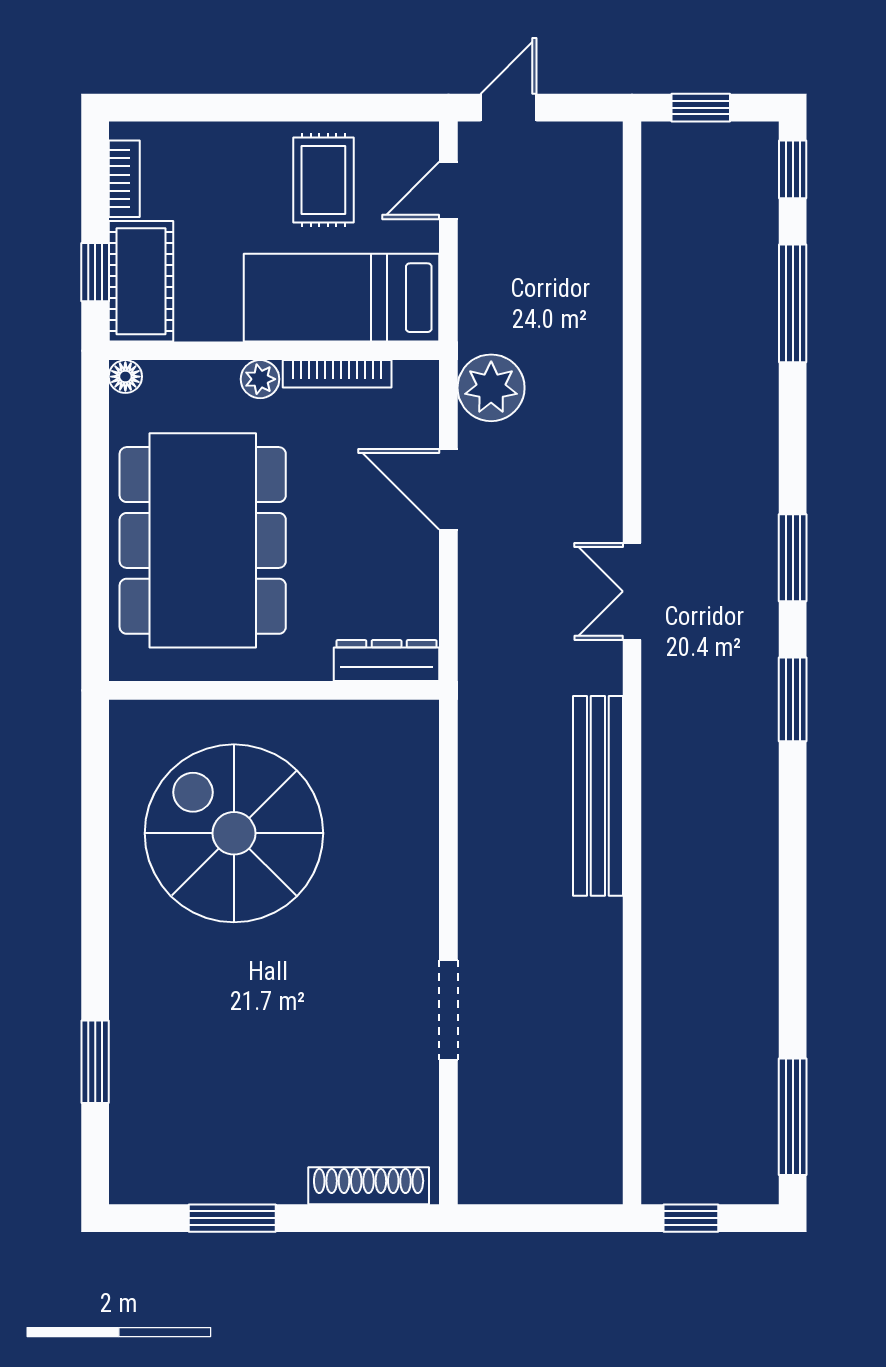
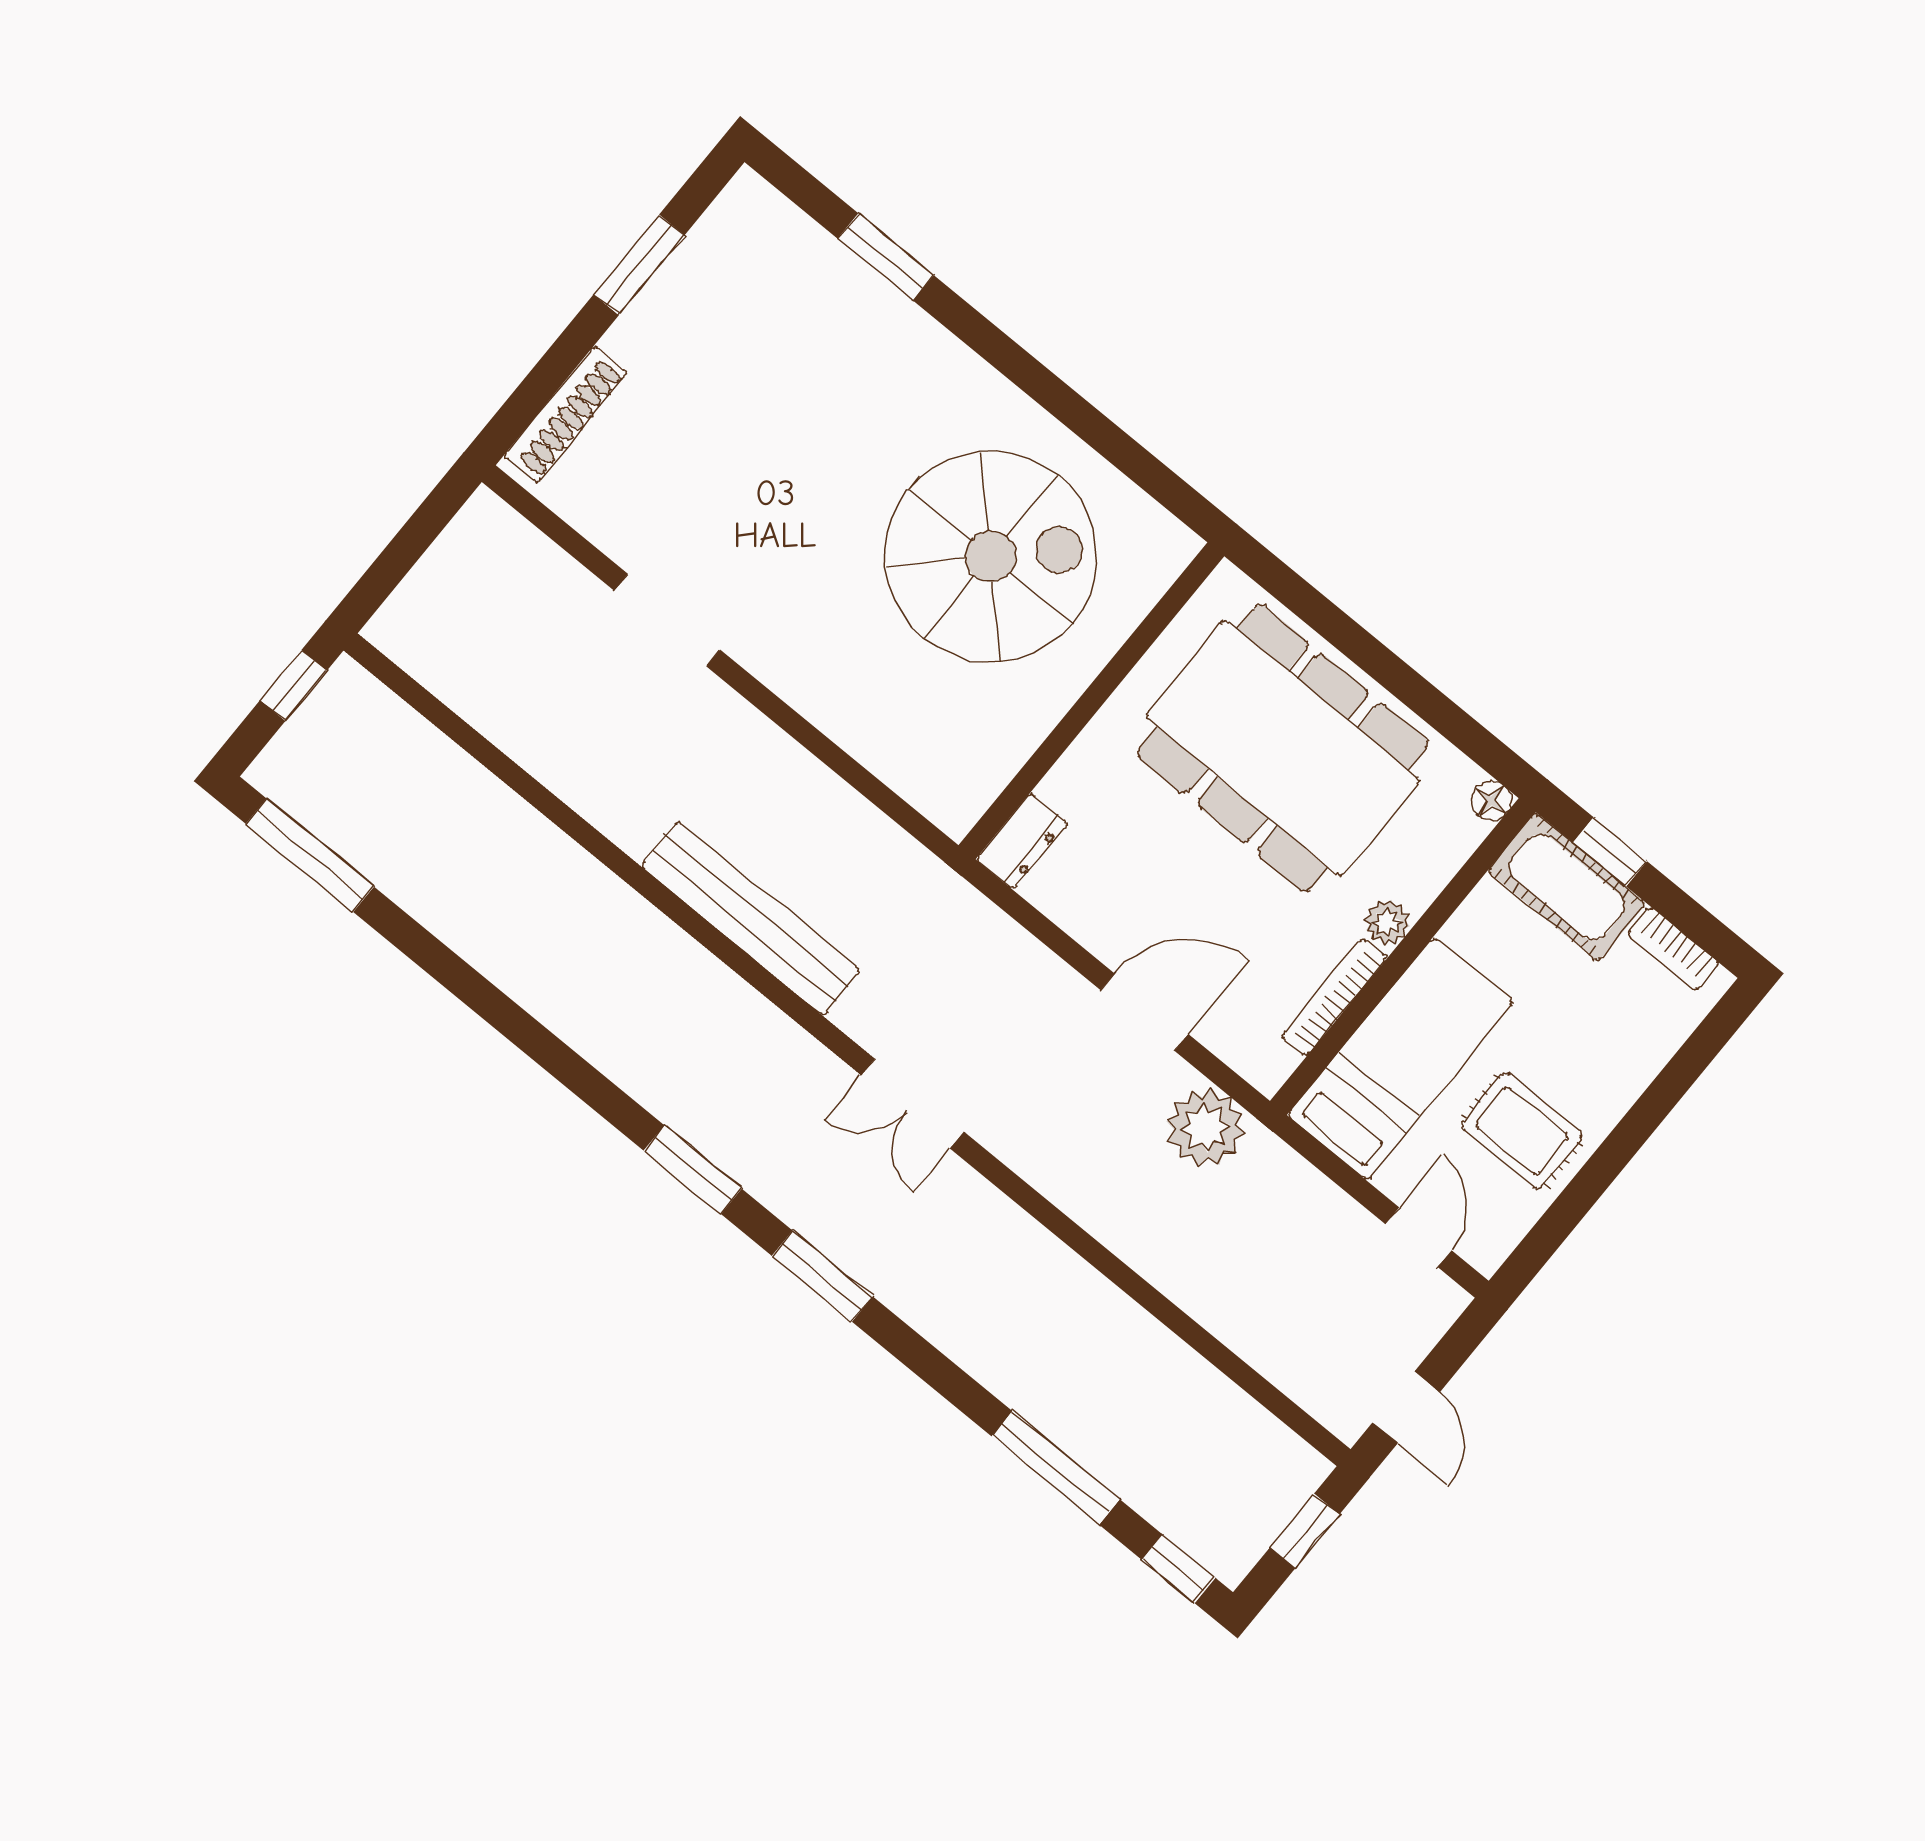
door: (509, 108) -> (1406, 1407), moved
double door: (632, 591) -> (913, 1104), swing flipped
dresser: (387, 661) -> (1022, 841), width x0.70

